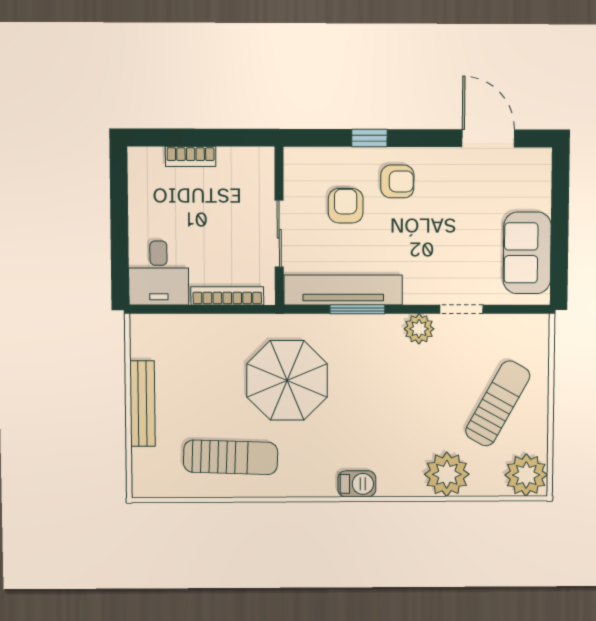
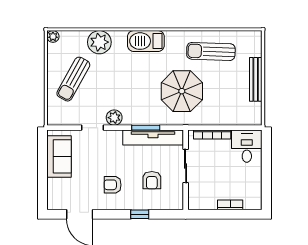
armchair: (397, 181) -> (113, 185), moved
plant: (526, 475) -> (53, 36), width x0.53, depth x0.53
barbecue: (357, 484) -> (146, 41), width x1.88, depth x1.53

